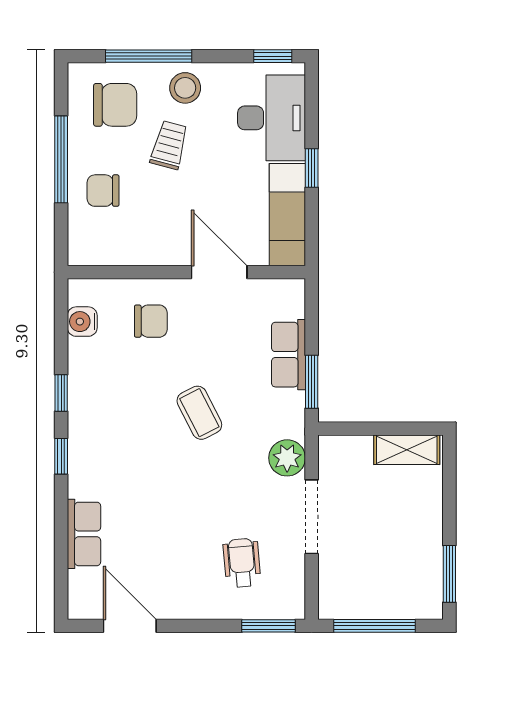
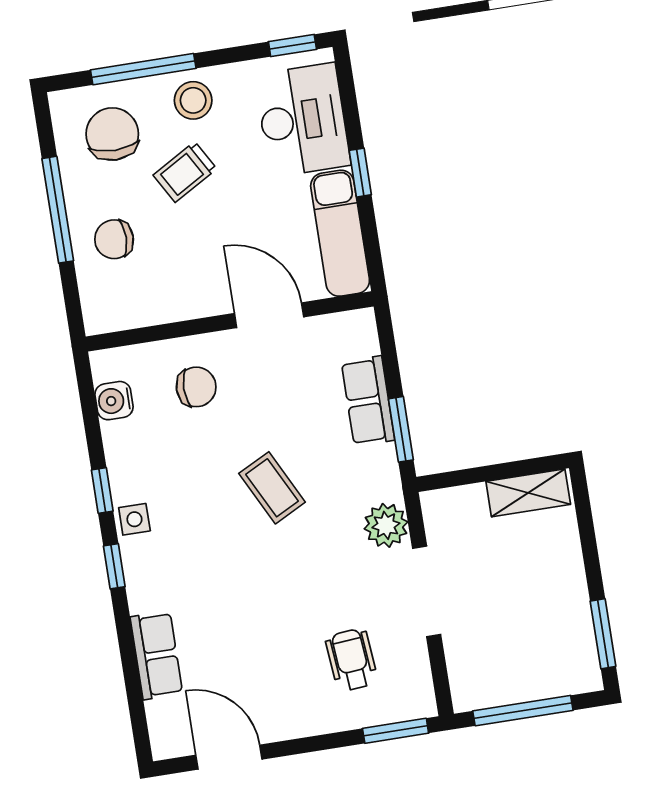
chair: (115, 105) -> (112, 134), turned -90
trolley: (169, 145) -> (185, 172), turned -135
side table: (84, 421) -> (134, 519), added

